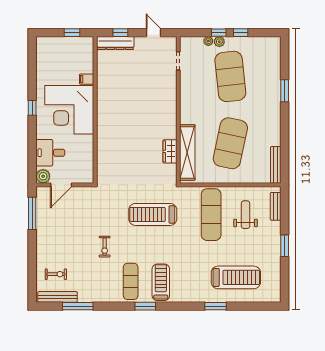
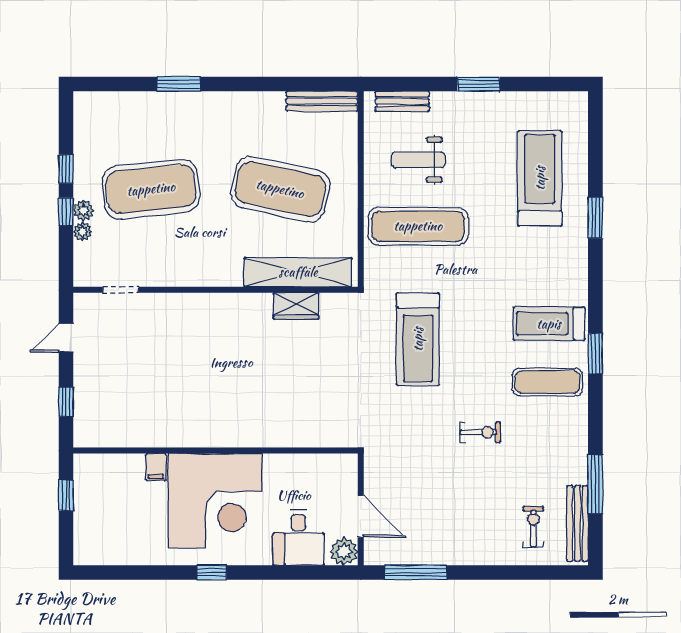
dresser: (115, 43) -> (86, 412), removed

